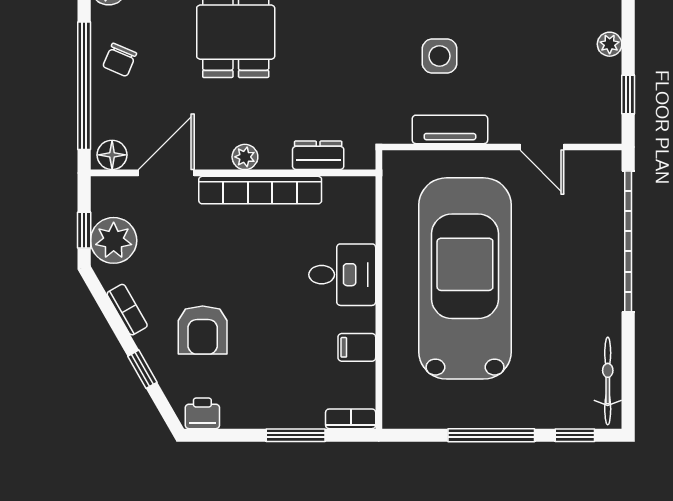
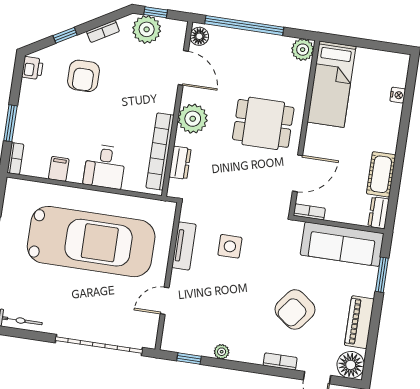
chair: (120, 60) -> (257, 50), removed
plant: (245, 157) -> (193, 119), width x1.88, depth x1.88
bookcase: (260, 190) -> (160, 152), moved
armchair: (203, 330) -> (84, 76), turned -90

